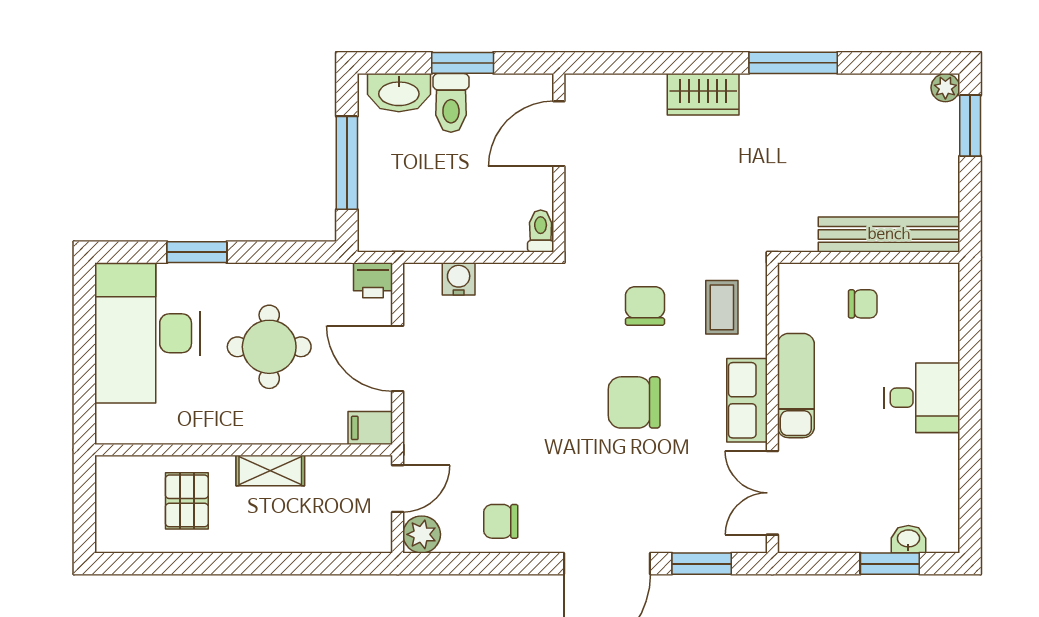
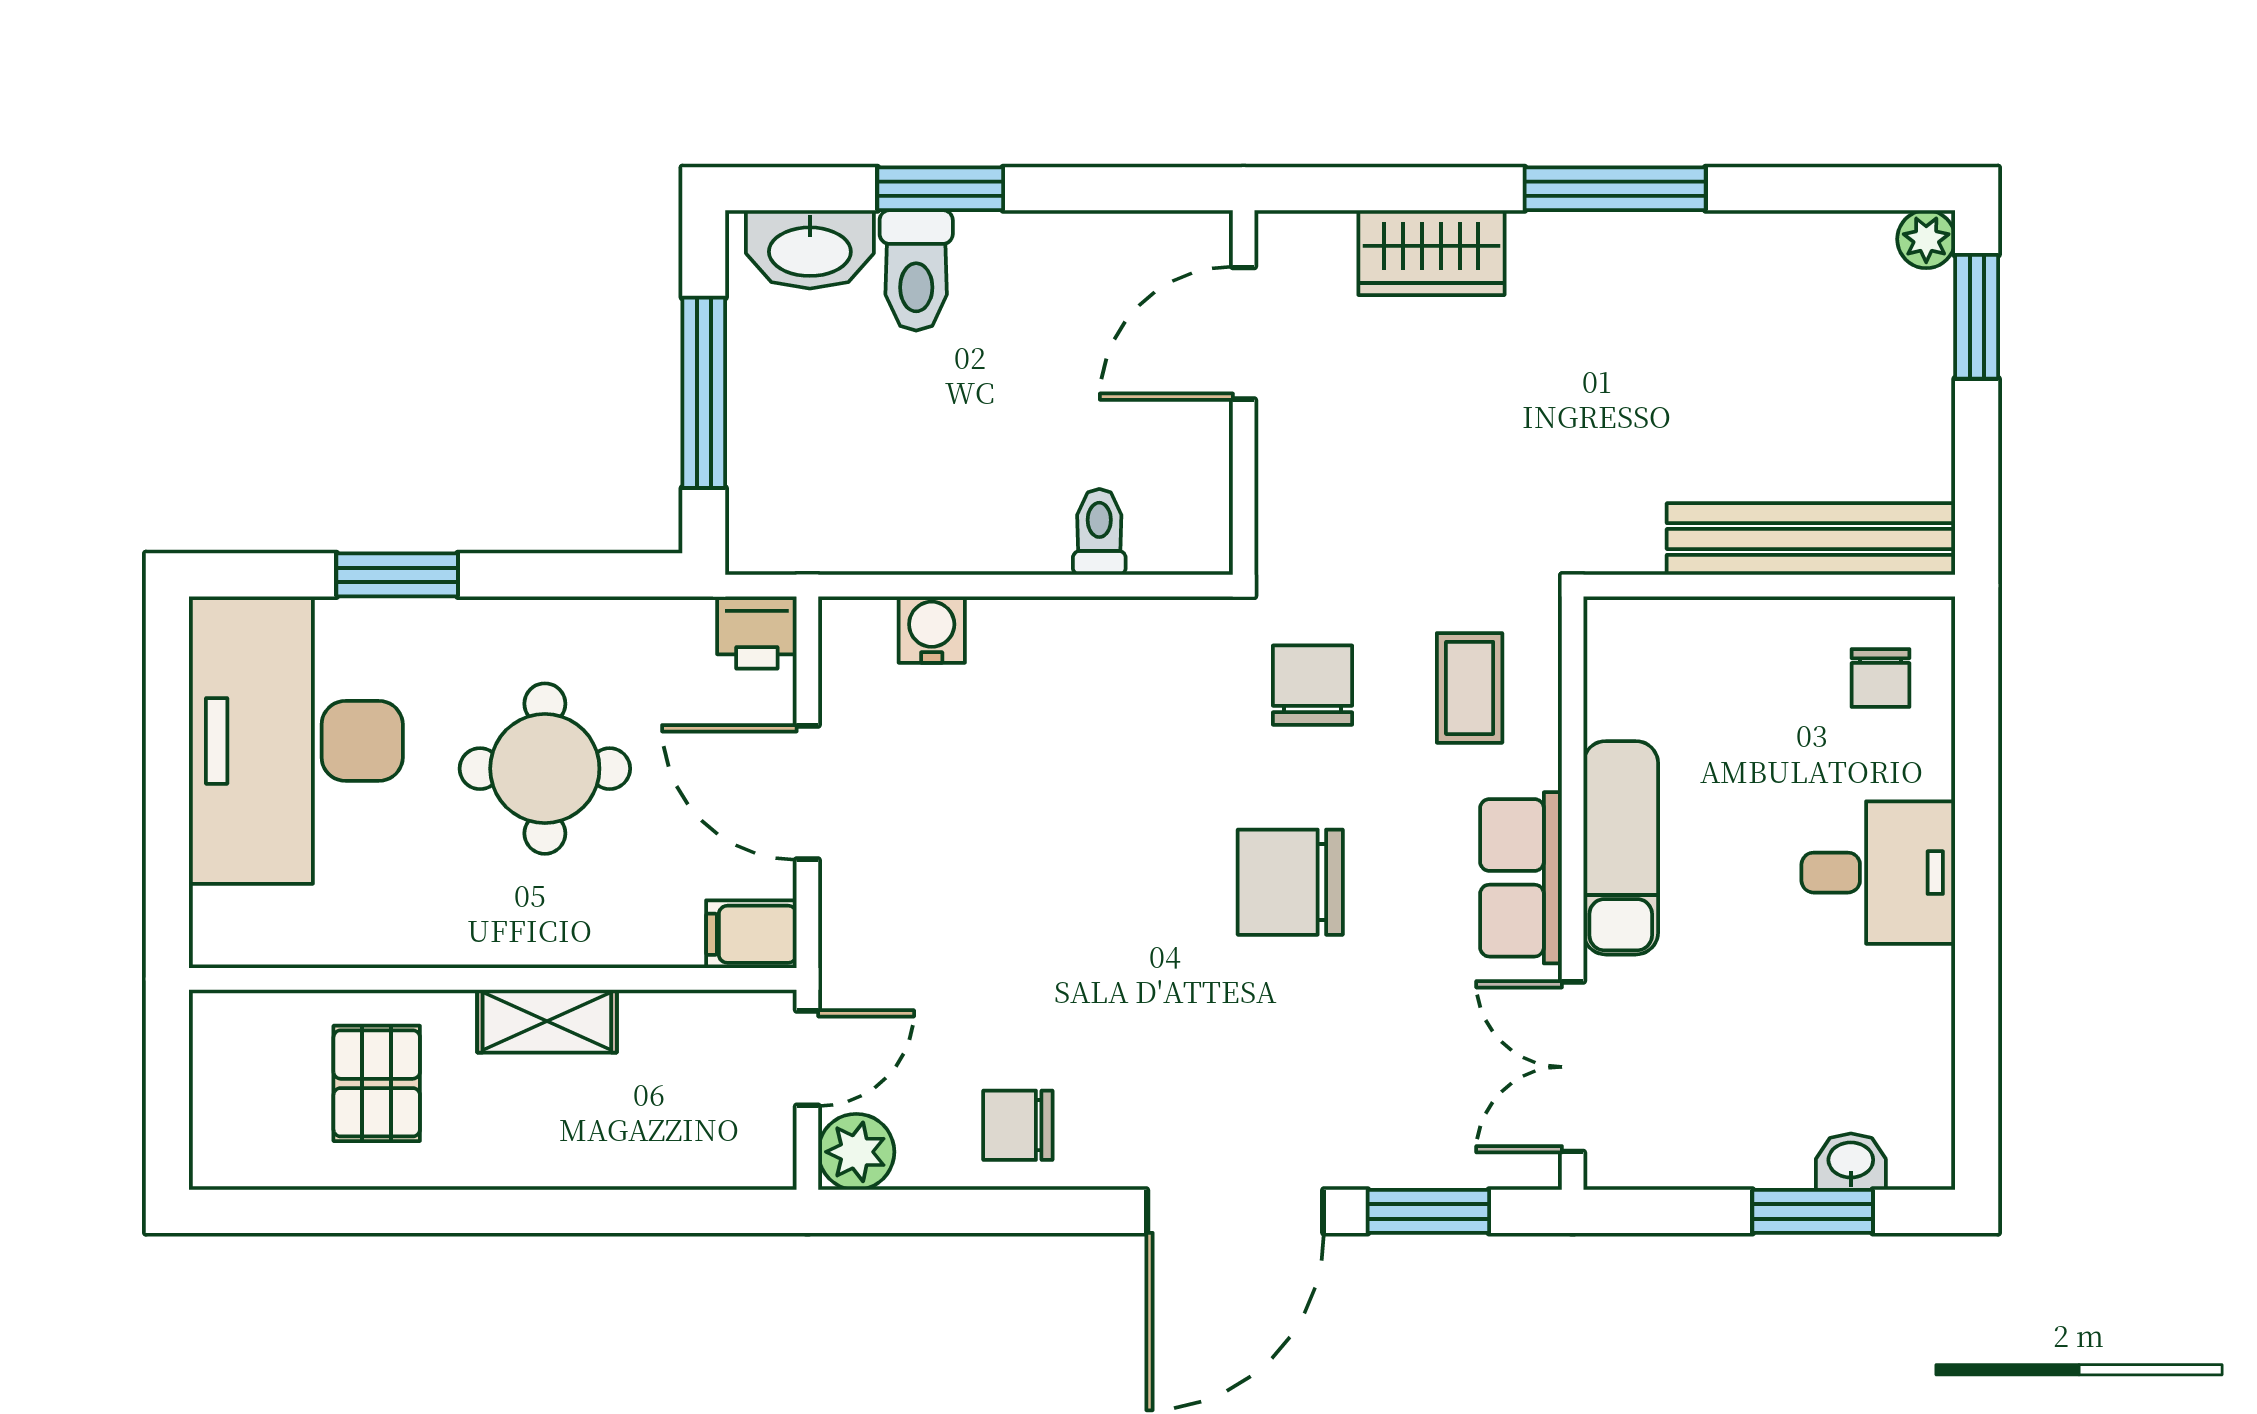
door: (559, 134) -> (1244, 333), moved
wall: (559, 163) -> (1244, 393), moved
chair: (863, 304) -> (1881, 678), moved, turned 90

